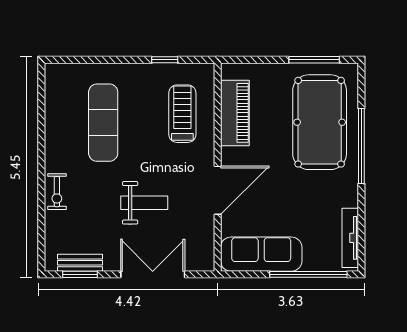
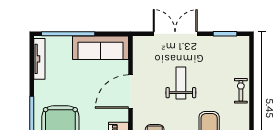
weight bench: (144, 203) -> (181, 83), turned 90
bench: (80, 263) -> (225, 42), removed
double door: (153, 274) -> (175, 34), swing flipped

